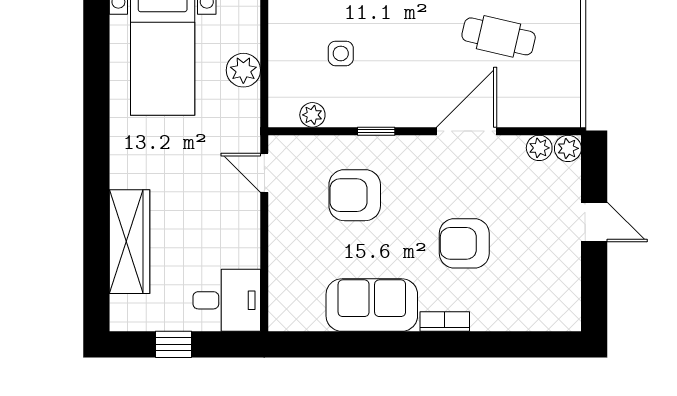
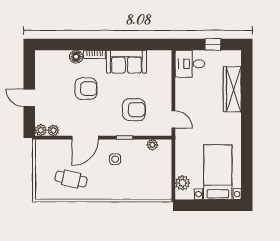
side table: (341, 53) -> (115, 159), moved
plant: (243, 70) -> (182, 183), moved
floor lamp: (487, 317) -> (76, 57), added

